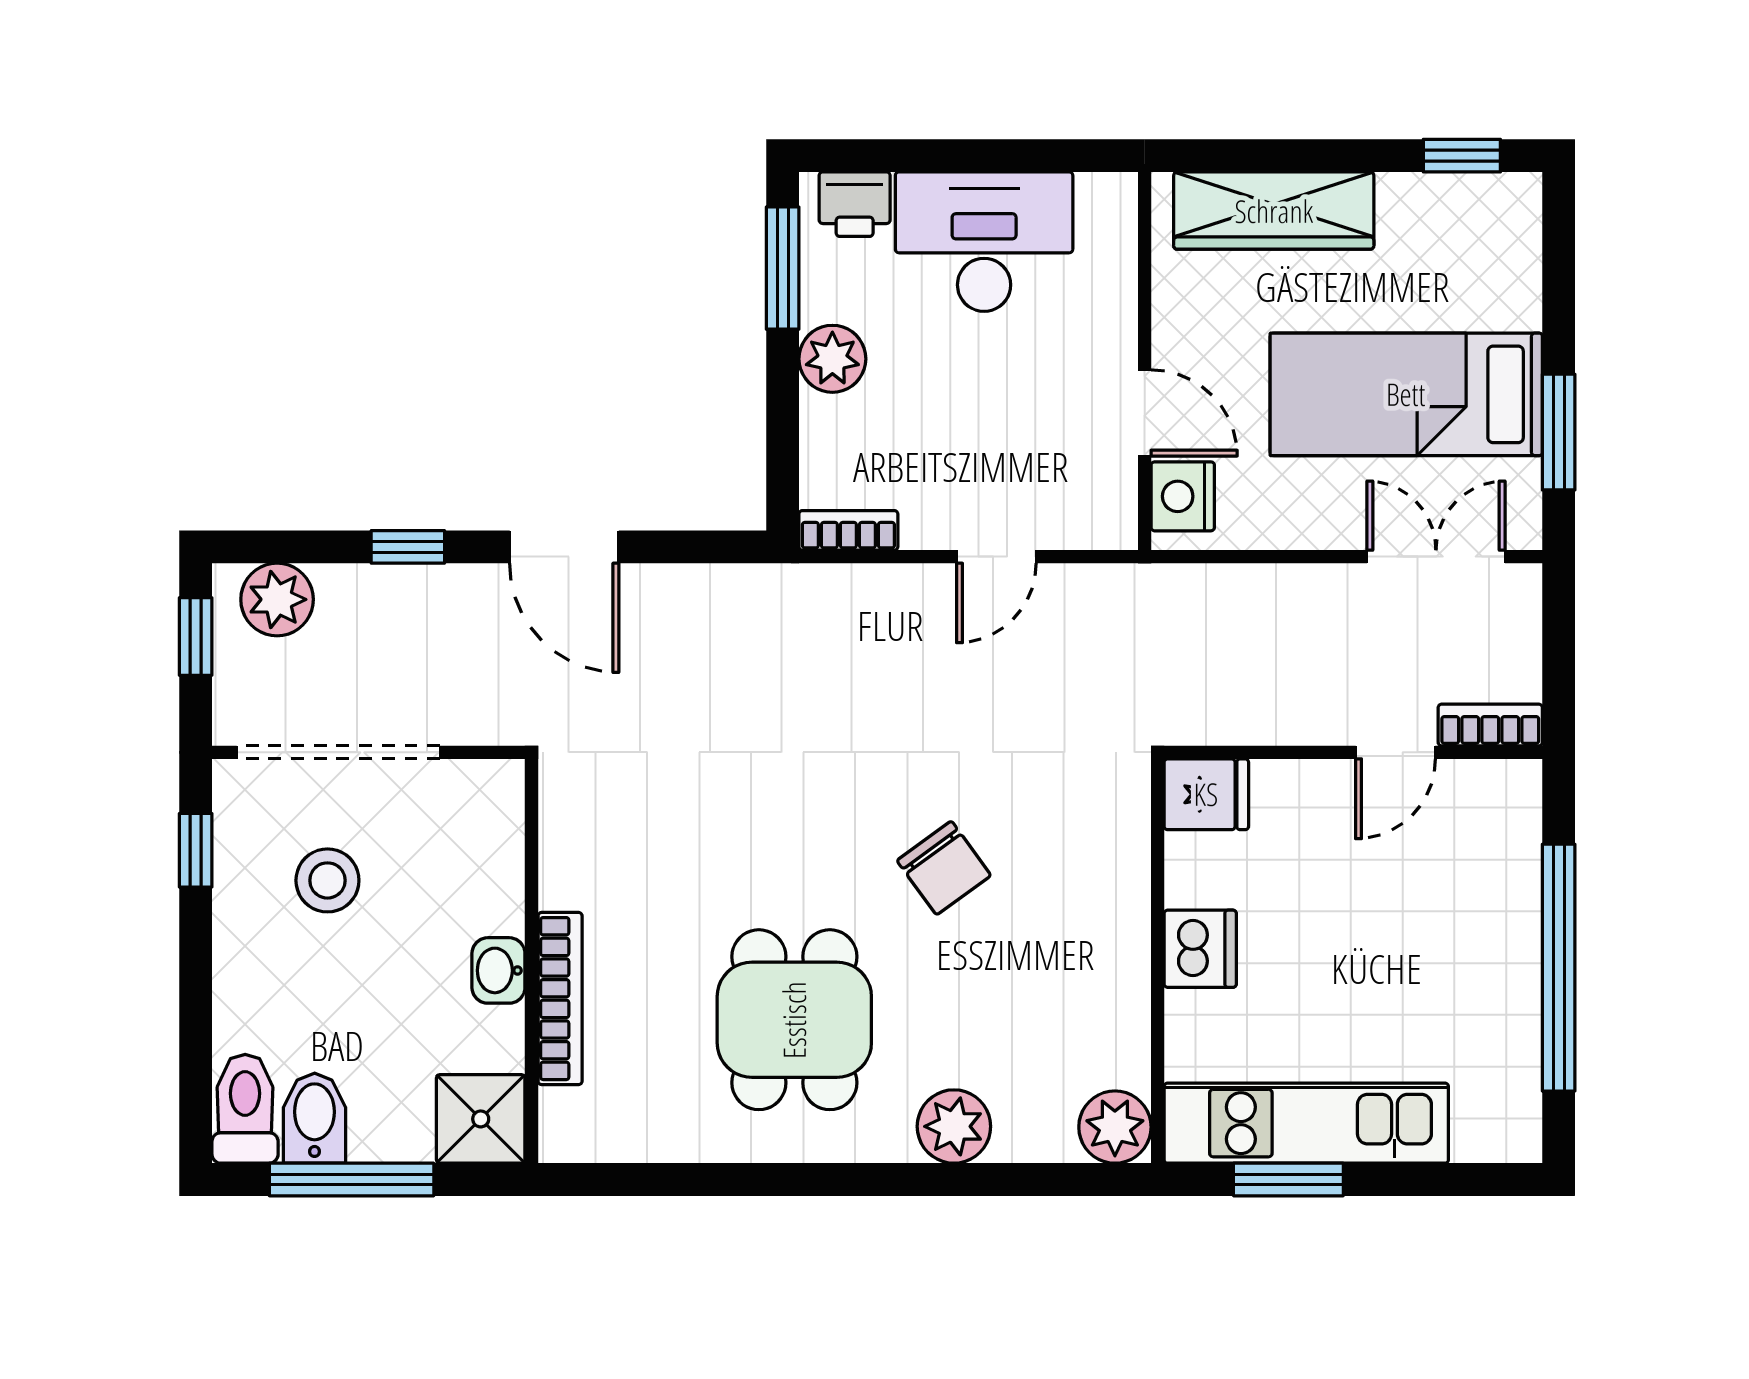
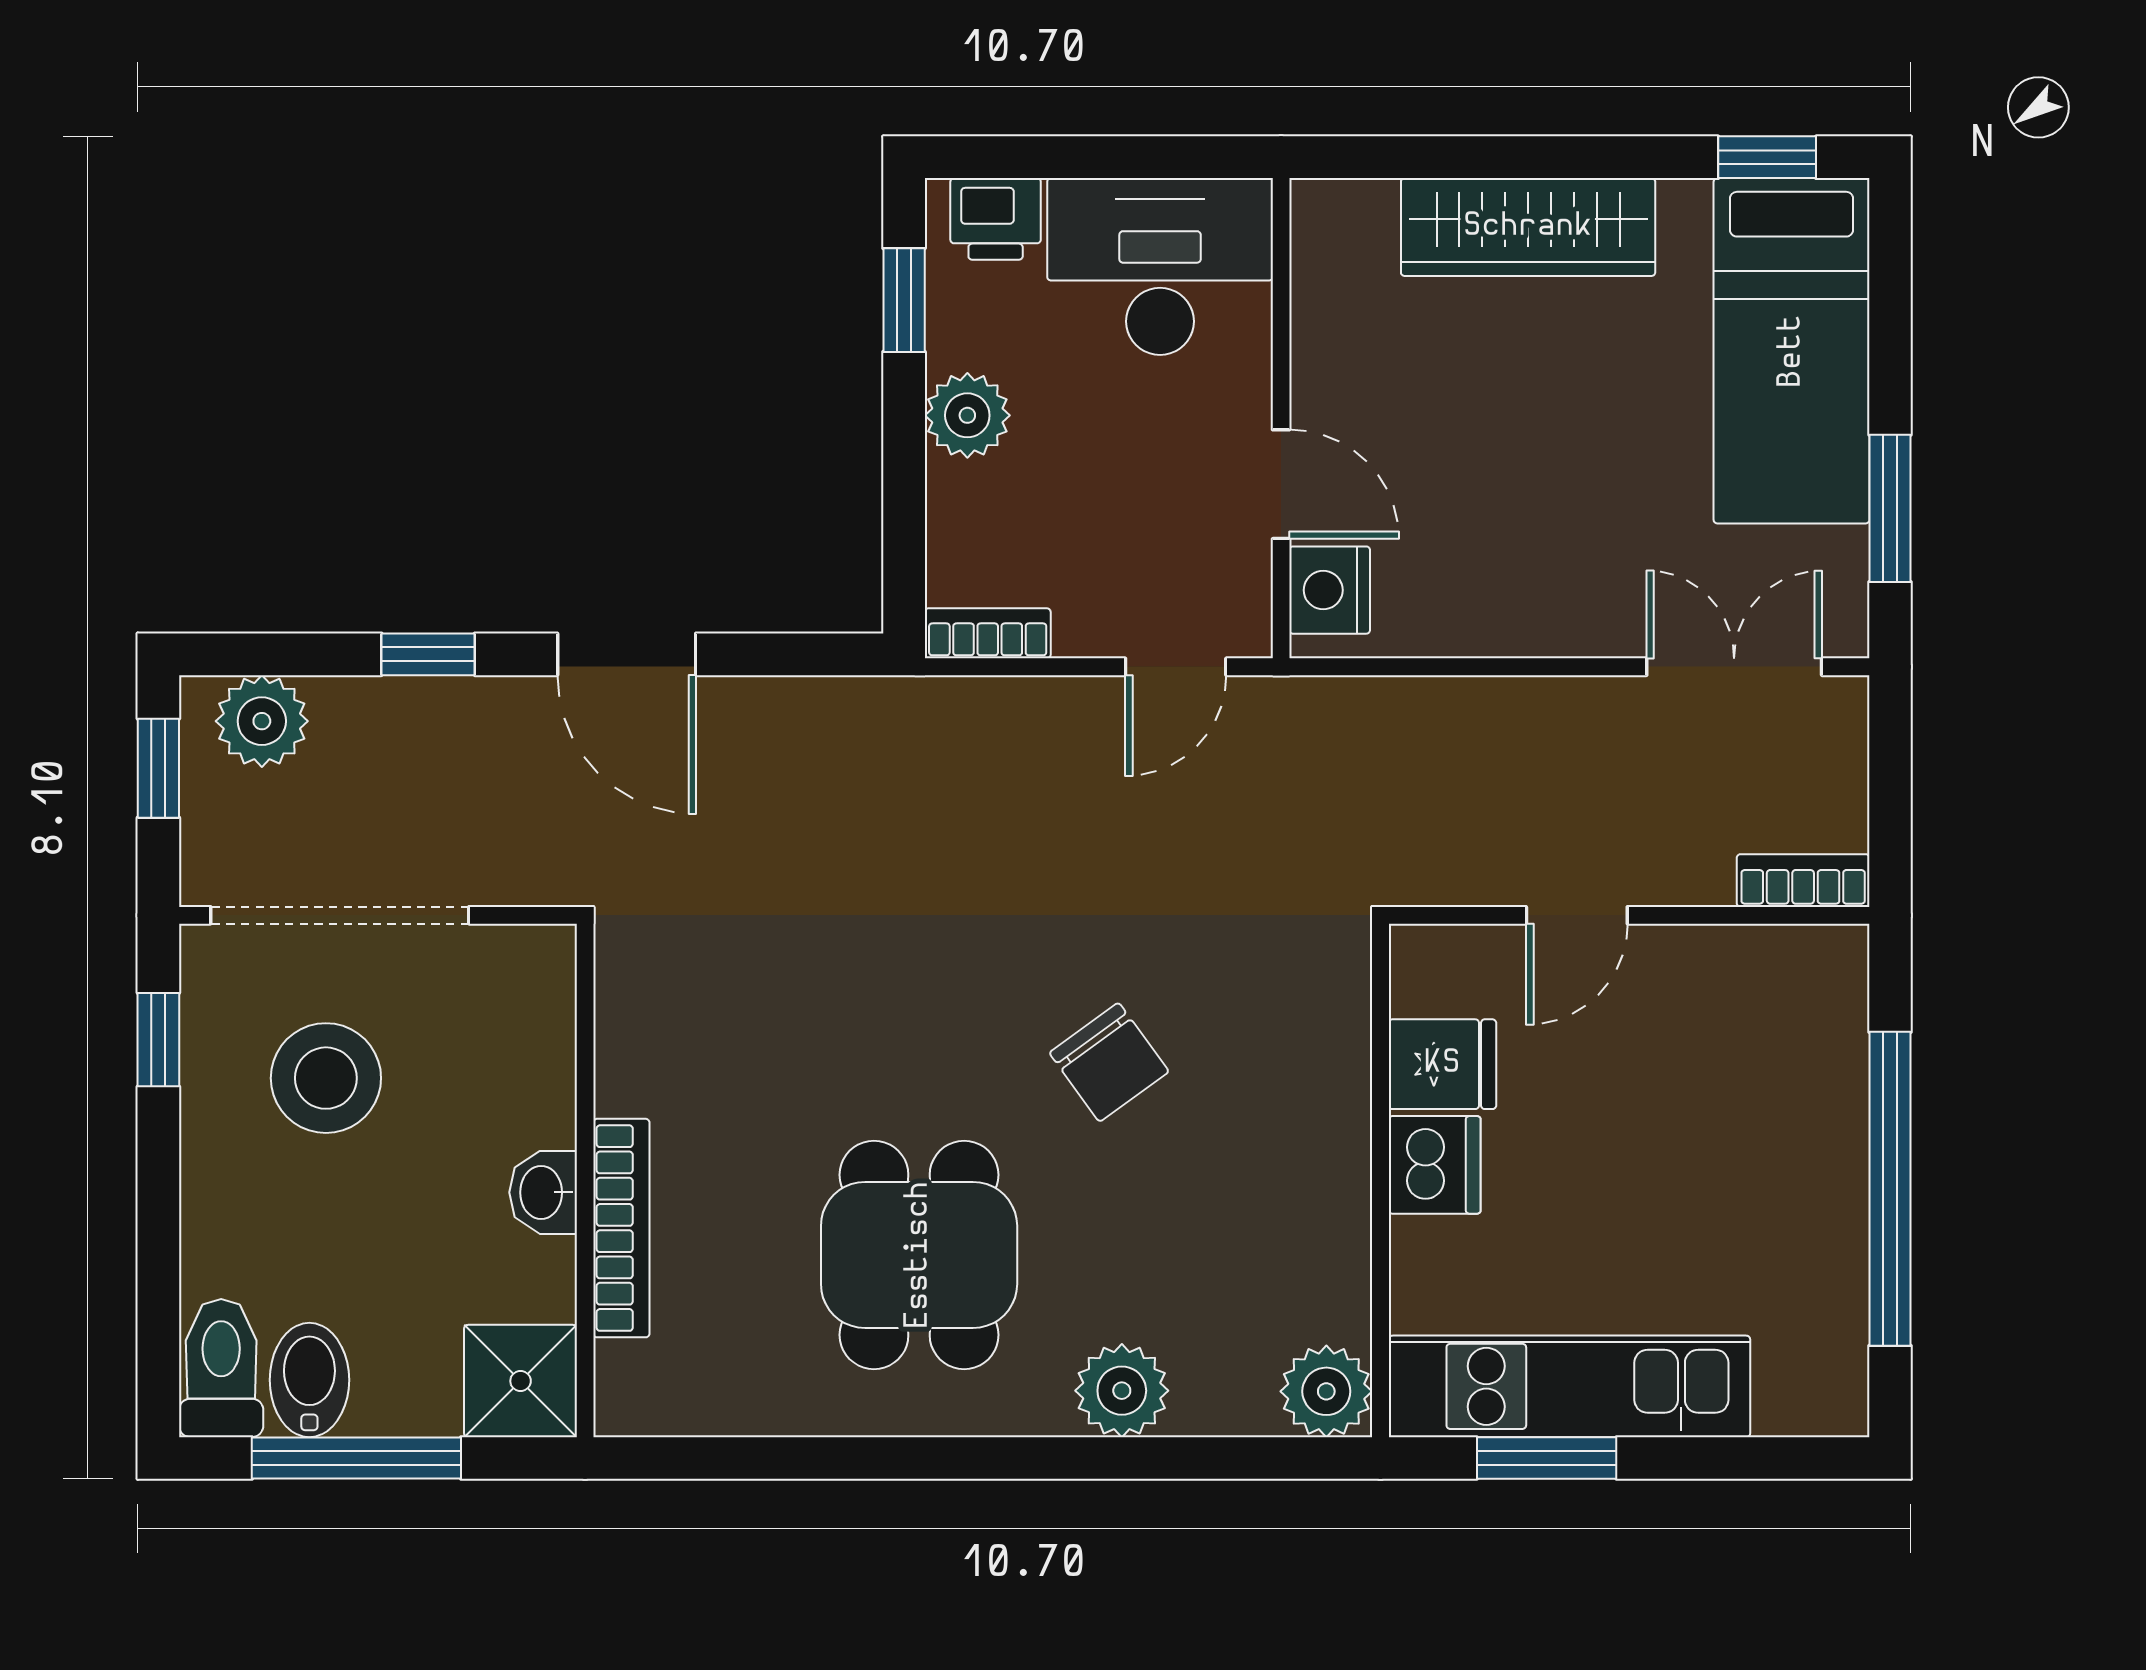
window: (783, 268) -> (904, 300), width x0.67
wall: (1145, 361) -> (1281, 418), moved
bed: (1406, 394) -> (1792, 351), moved, turned -90
door: (1145, 413) -> (1281, 484), moved
nightstand: (1183, 496) -> (1330, 590), moved
door: (1396, 752) -> (1577, 915), moved
fridge: (1206, 794) -> (1442, 1064), moved
stool: (327, 880) -> (326, 1078), width x1.38, depth x1.38

